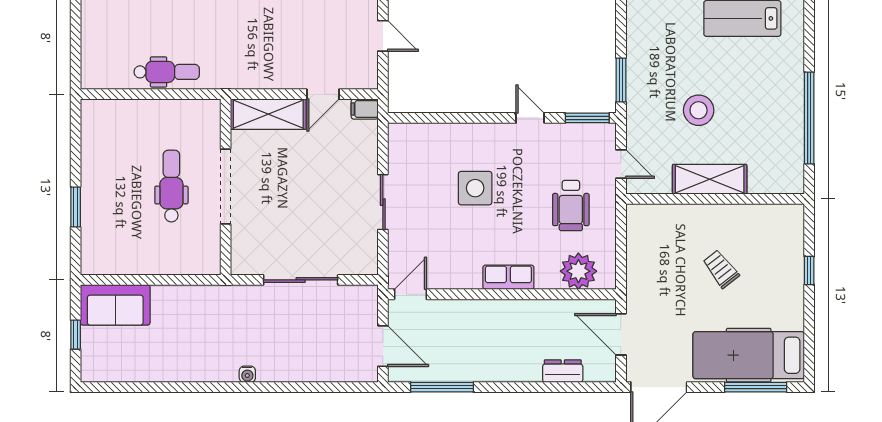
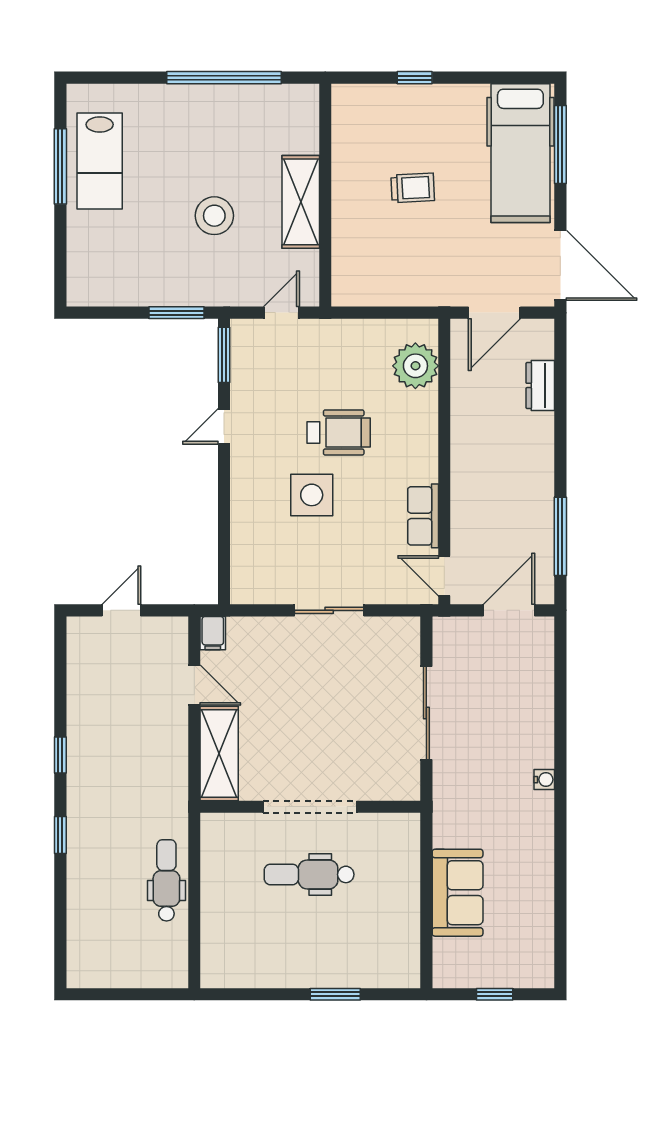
wheelchair: (571, 206) -> (339, 432), moved
trolley: (721, 269) -> (413, 188), turned -145
row of seats: (508, 277) -> (423, 516), moved
sofa: (115, 305) -> (458, 893), moved

